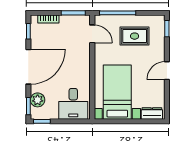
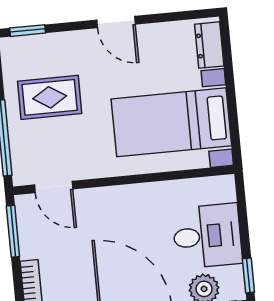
door: (92, 34) -> (54, 187), swing flipped
rug: (135, 36) -> (50, 97), turned 90
desk: (73, 104) -> (207, 236), moved

